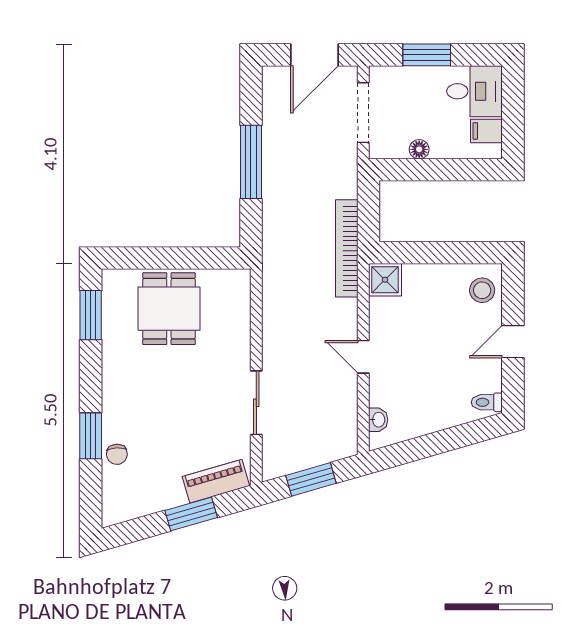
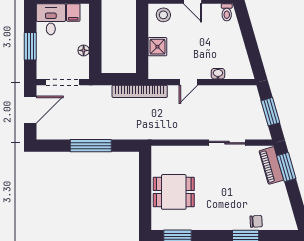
door: (315, 55) -> (30, 110), hinge flipped
shower: (385, 280) -> (157, 47), moved
door: (363, 357) -> (188, 82), moved
washbasin: (378, 420) -> (218, 74), moved
window: (191, 514) -> (286, 167), moved

